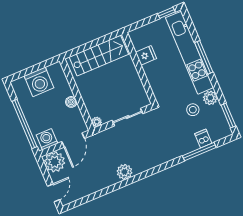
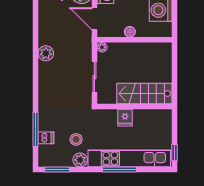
fridge: (146, 55) -> (125, 118), moved
stairs: (99, 56) -> (144, 94), moved, turned 90

